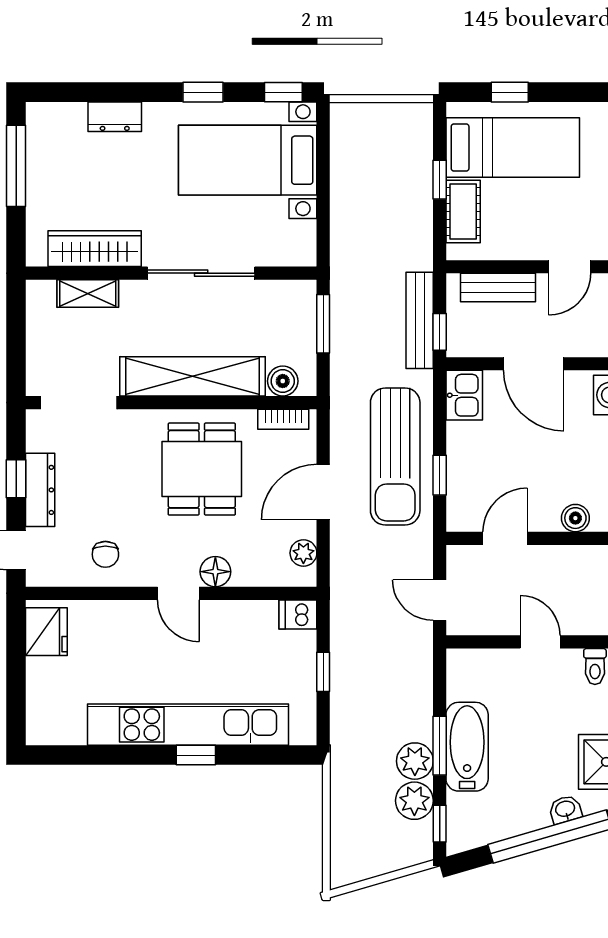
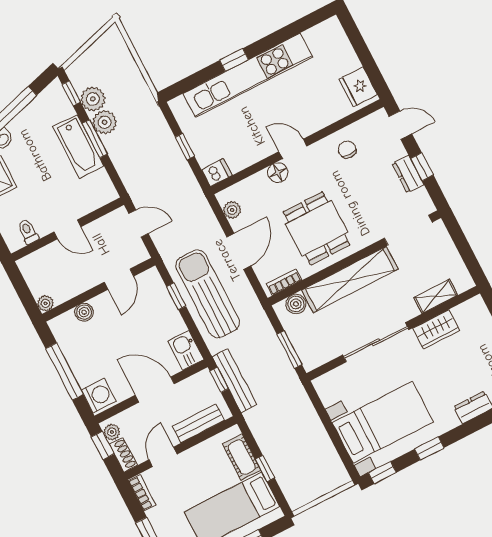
wardrobe: (95, 249) -> (436, 329), width x0.67
dresser: (40, 490) -> (408, 174), width x0.70

